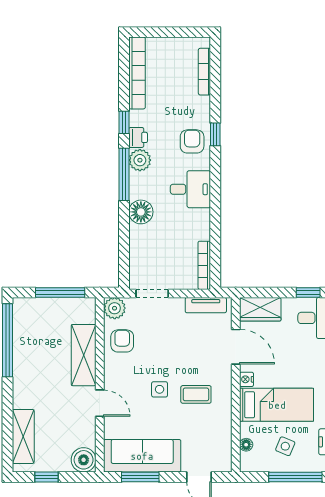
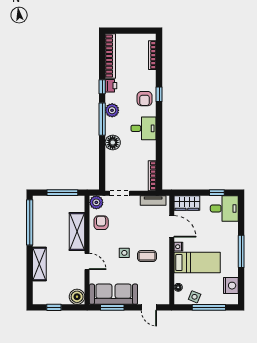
printer: (138, 137) -> (111, 86), moved
armchair: (192, 141) -> (145, 99), turned 180
shelving: (23, 436) -> (39, 264), moved
side table: (285, 446) -> (195, 297), moved

